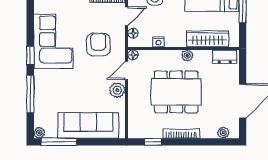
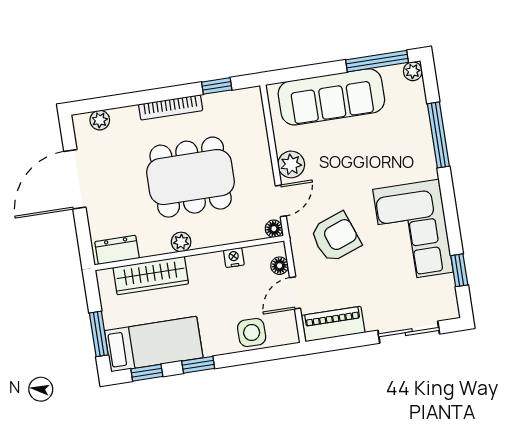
armchair: (98, 45) -> (336, 237), turned -110
window: (30, 56) -> (459, 270), moved

